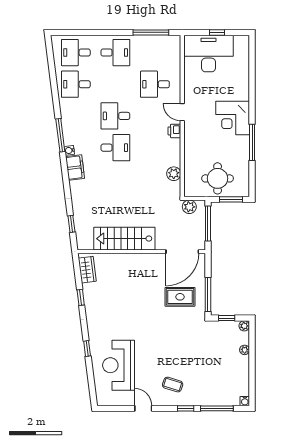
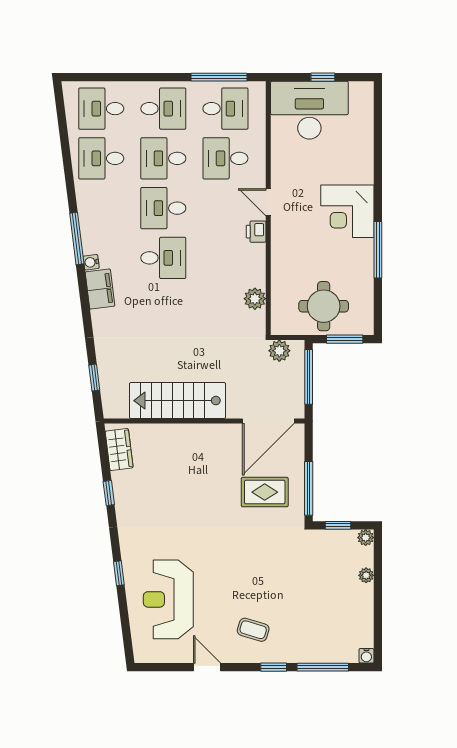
desk: (155, 53) -> (225, 109), added
desk: (115, 84) -> (163, 158), added

